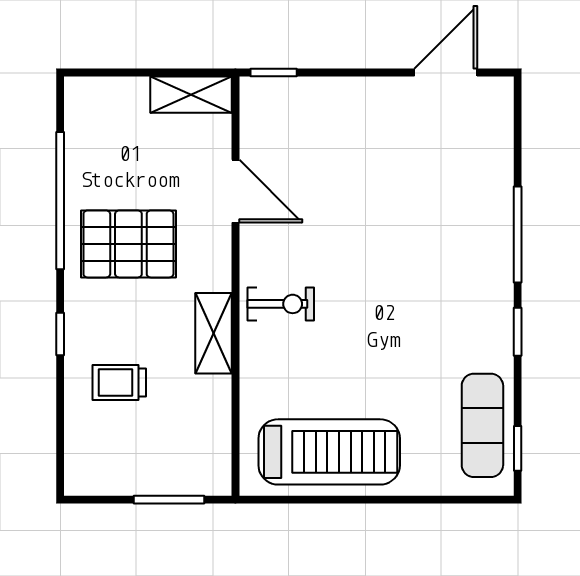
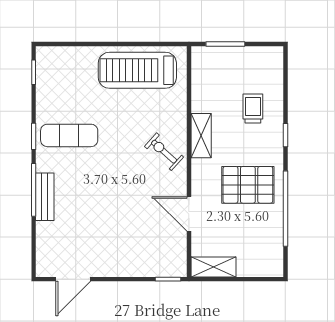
bench: (497, 222) -> (45, 197), added
exercise bike: (281, 304) -> (164, 152), turned 42
trolley: (119, 382) -> (253, 109), turned -90
exercise mat: (482, 425) -> (69, 135), moved, turned 90

